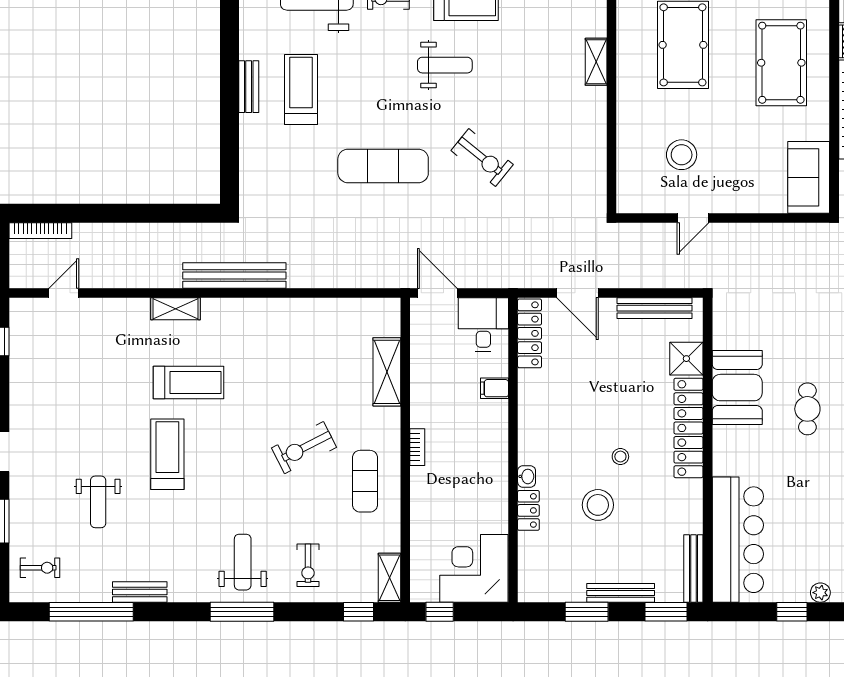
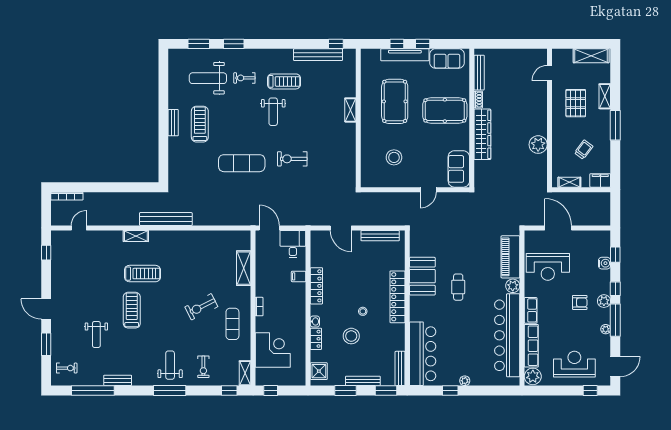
pool table: (781, 63) -> (445, 110), turned 90
weight bench: (445, 65) -> (273, 112), turned 90
exercise bike: (482, 158) -> (292, 159), turned 141
door: (693, 218) -> (428, 190), moved
locker: (530, 333) -> (316, 286), moved
shower: (686, 359) -> (319, 371), moved
corner desk: (474, 568) -> (273, 350), moved, turned 90

